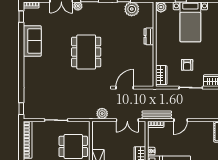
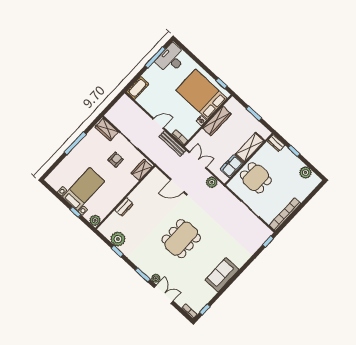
sofa: (32, 41) -> (222, 275), moved
freezer: (99, 139) -> (232, 166), added

